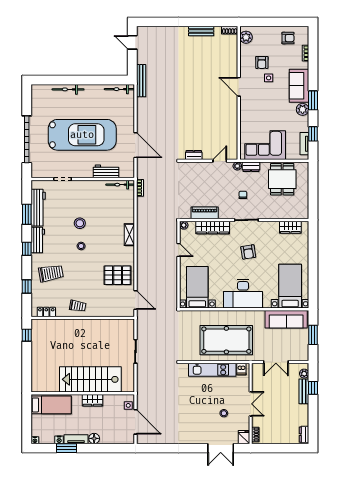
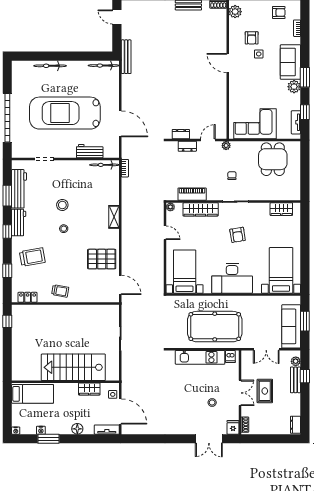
car: (82, 135) -> (65, 113), turned 180
dresser: (251, 167) -> (187, 146), moved
sofa: (286, 319) -> (291, 326), moved, turned 90
wardrobe: (92, 400) -> (89, 389), moved
rug: (274, 402) -> (265, 391), added
tv unit: (76, 439) -> (107, 430), moved

